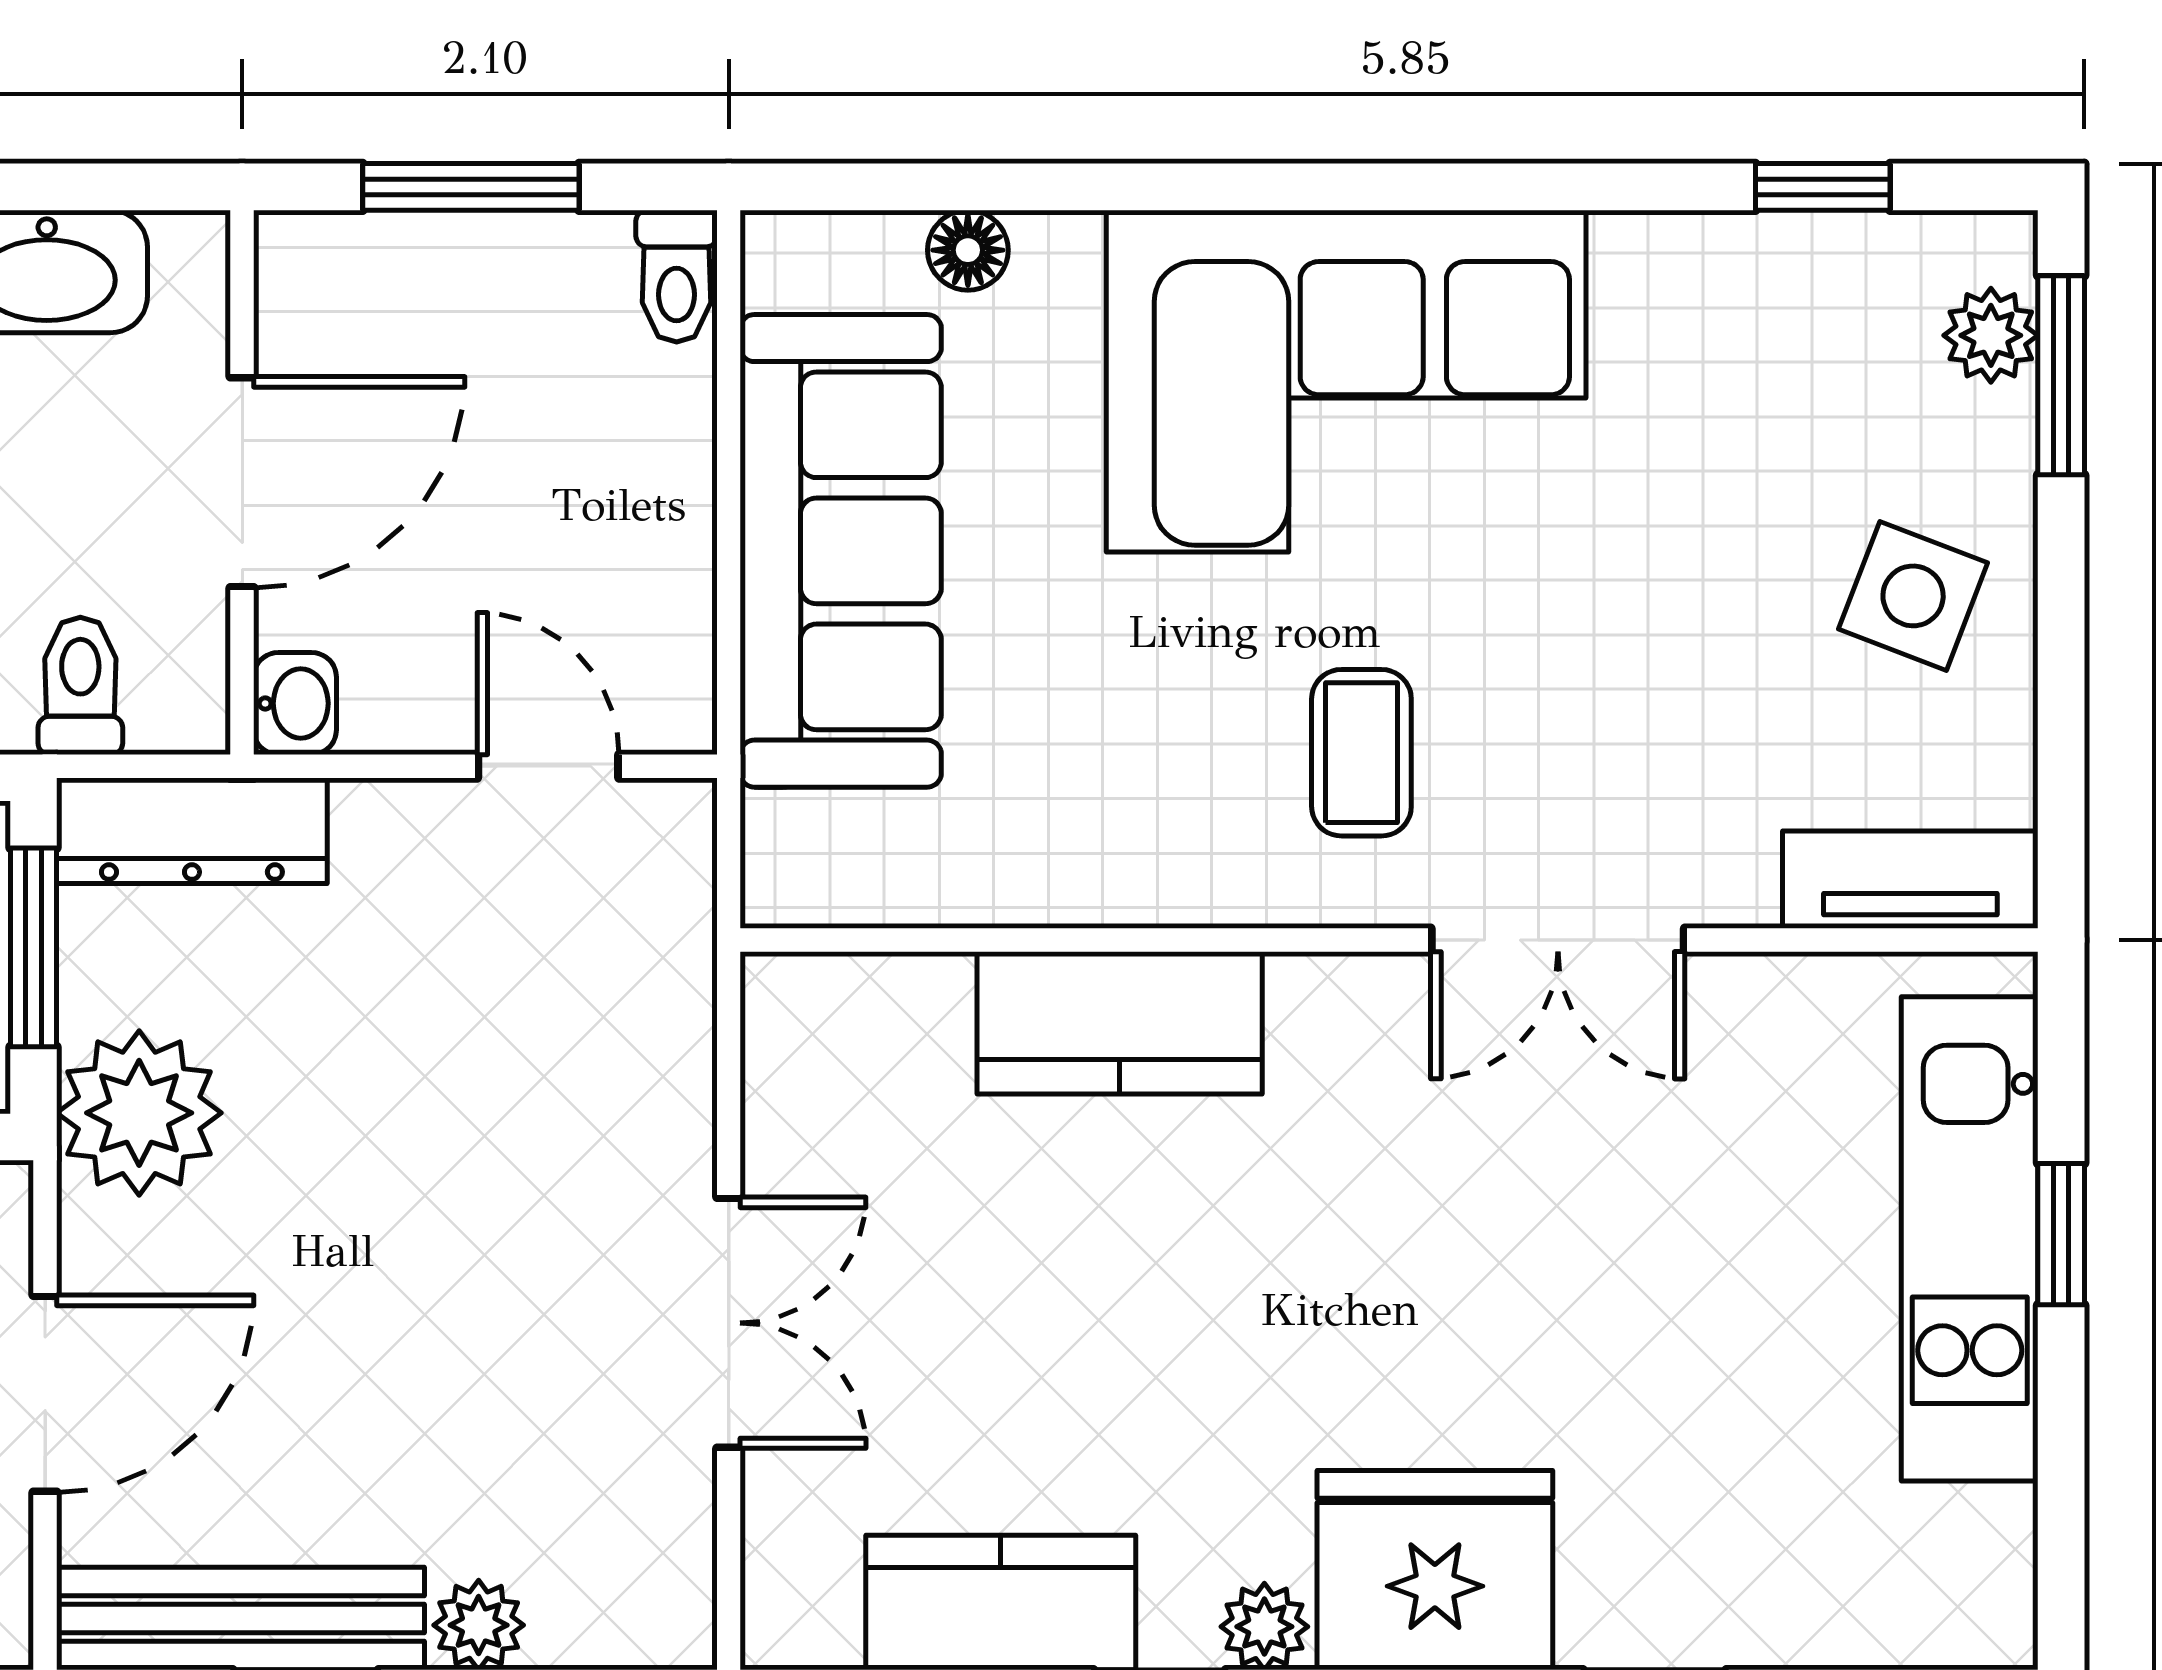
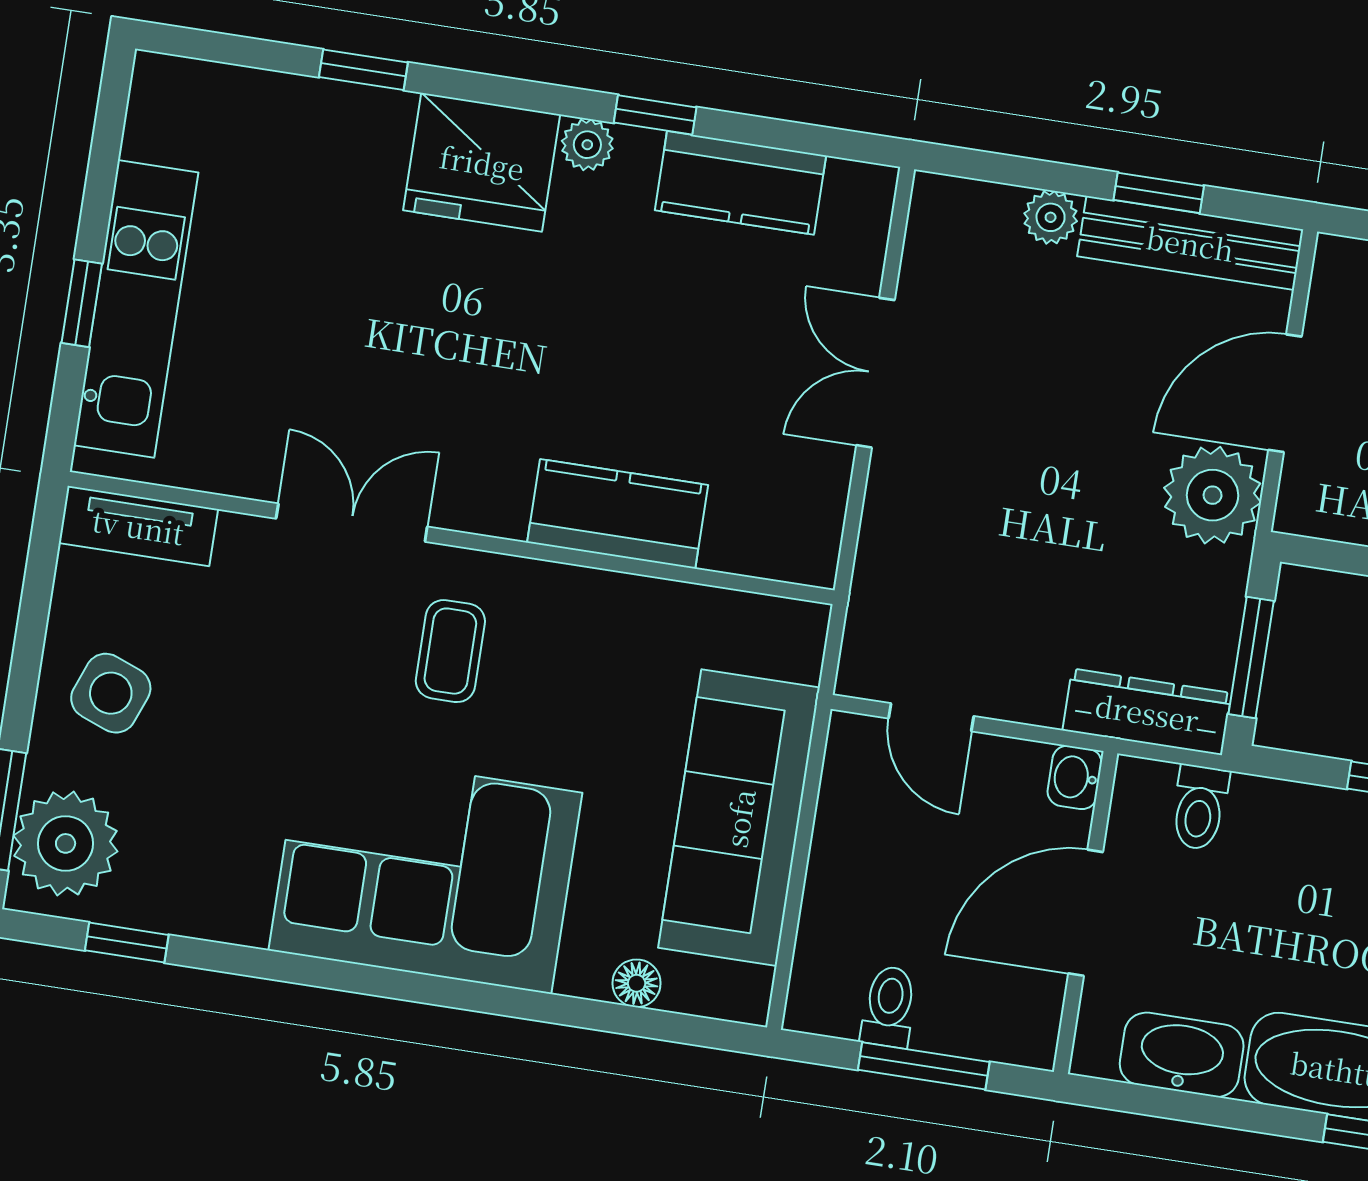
toilet: (677, 276) -> (889, 1007), moved
plant: (1991, 335) -> (66, 843), width x1.87, depth x1.87
plant: (139, 1113) -> (1213, 495), moved

